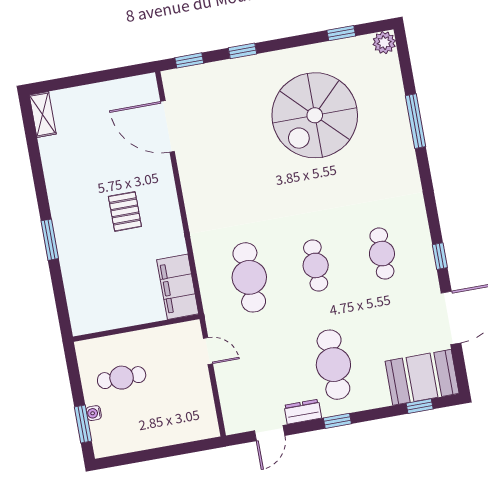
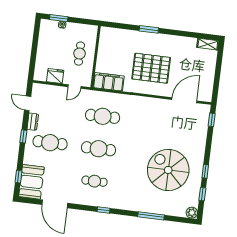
window: (243, 51) -> (205, 171), moved
pallet: (125, 211) -> (151, 68), width x2.05, depth x2.00
window: (440, 256) -> (103, 210), moved
cafe table: (316, 265) -> (99, 149), width x1.37, depth x1.35
cafe table: (122, 378) -> (80, 54), moved
fridge: (199, 396) -> (55, 76), added

